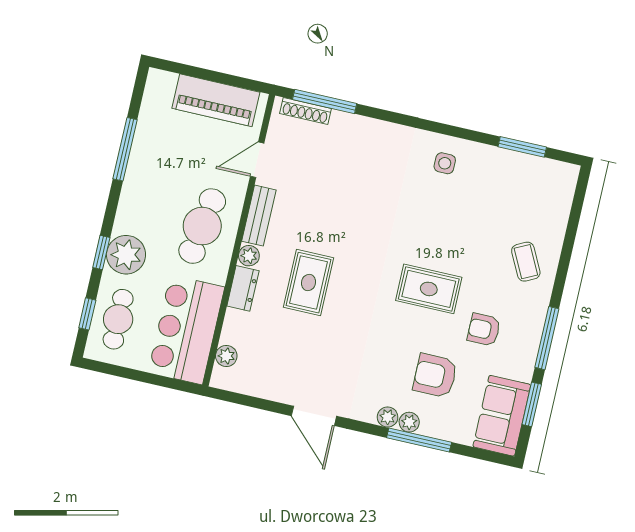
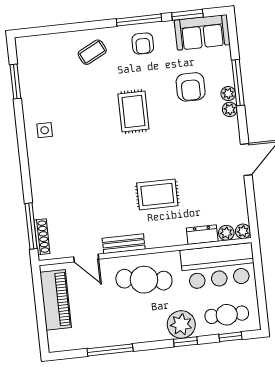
plant: (249, 256) -> (243, 231), moved
dresser: (243, 288) -> (202, 235), moved
armchair: (484, 330) -> (143, 44), moved

